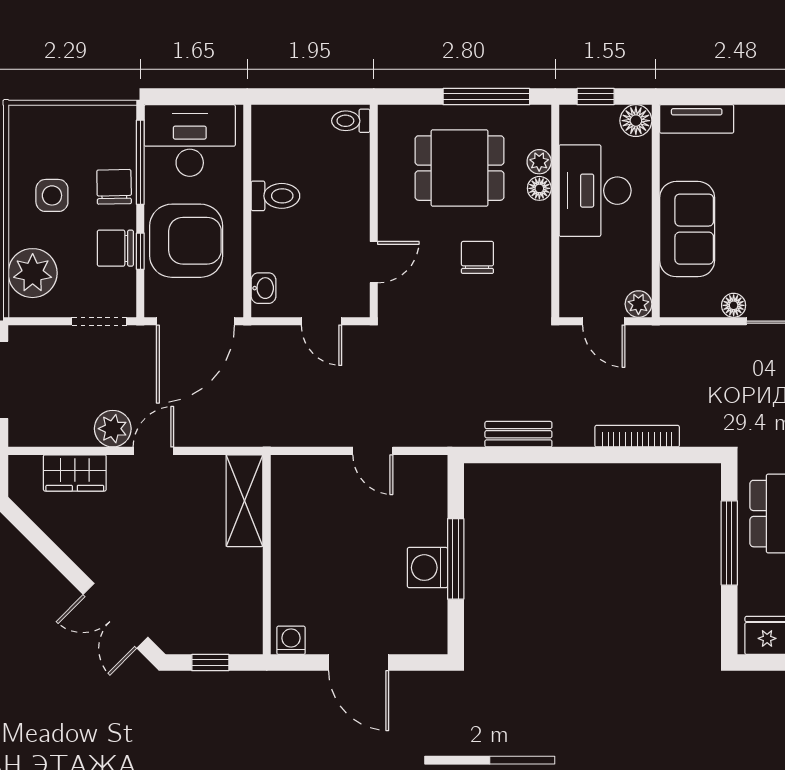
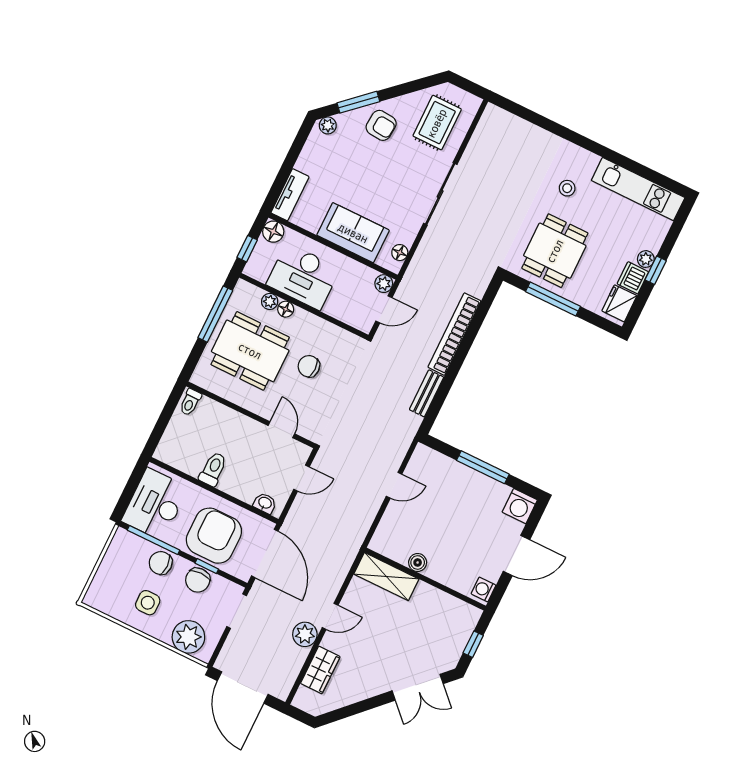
dining table: (460, 168) -> (250, 351), width x1.38
floor lamp: (734, 305) -> (400, 253), moved
bookcase: (637, 436) -> (454, 334), width x1.48, depth x1.31
door: (153, 451) -> (330, 616), swing flipped
boiler: (284, 534) -> (418, 562), added
washing machine: (427, 568) -> (520, 506), moved

